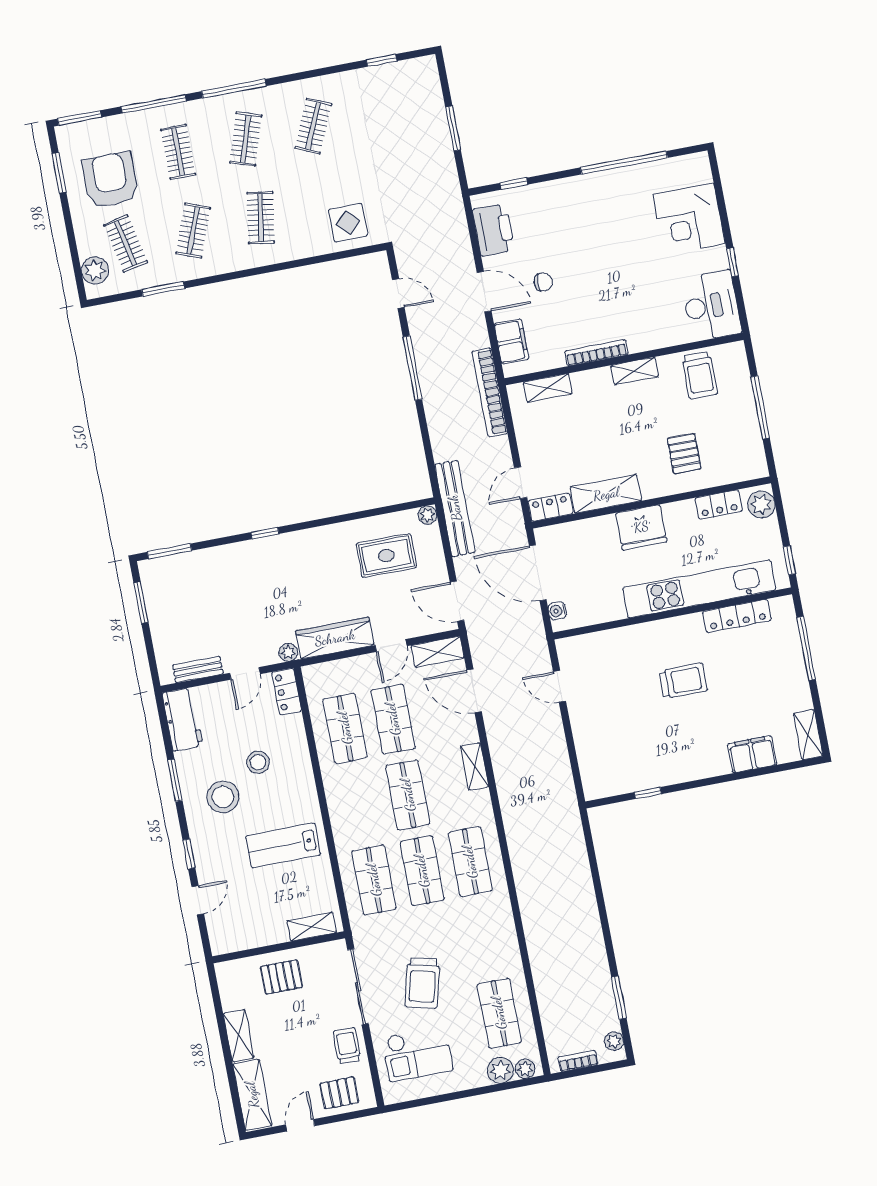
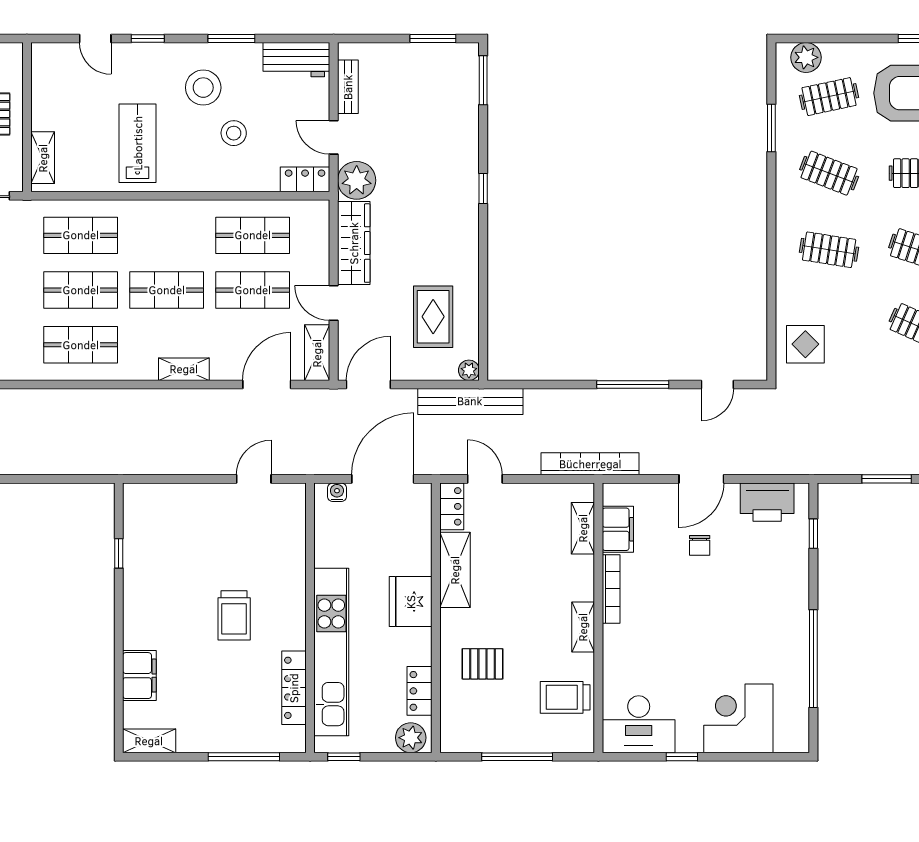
filing cabinet: (511, 341) -> (618, 529), moved, turned -90
plant: (288, 652) -> (357, 180), width x1.88, depth x1.88

